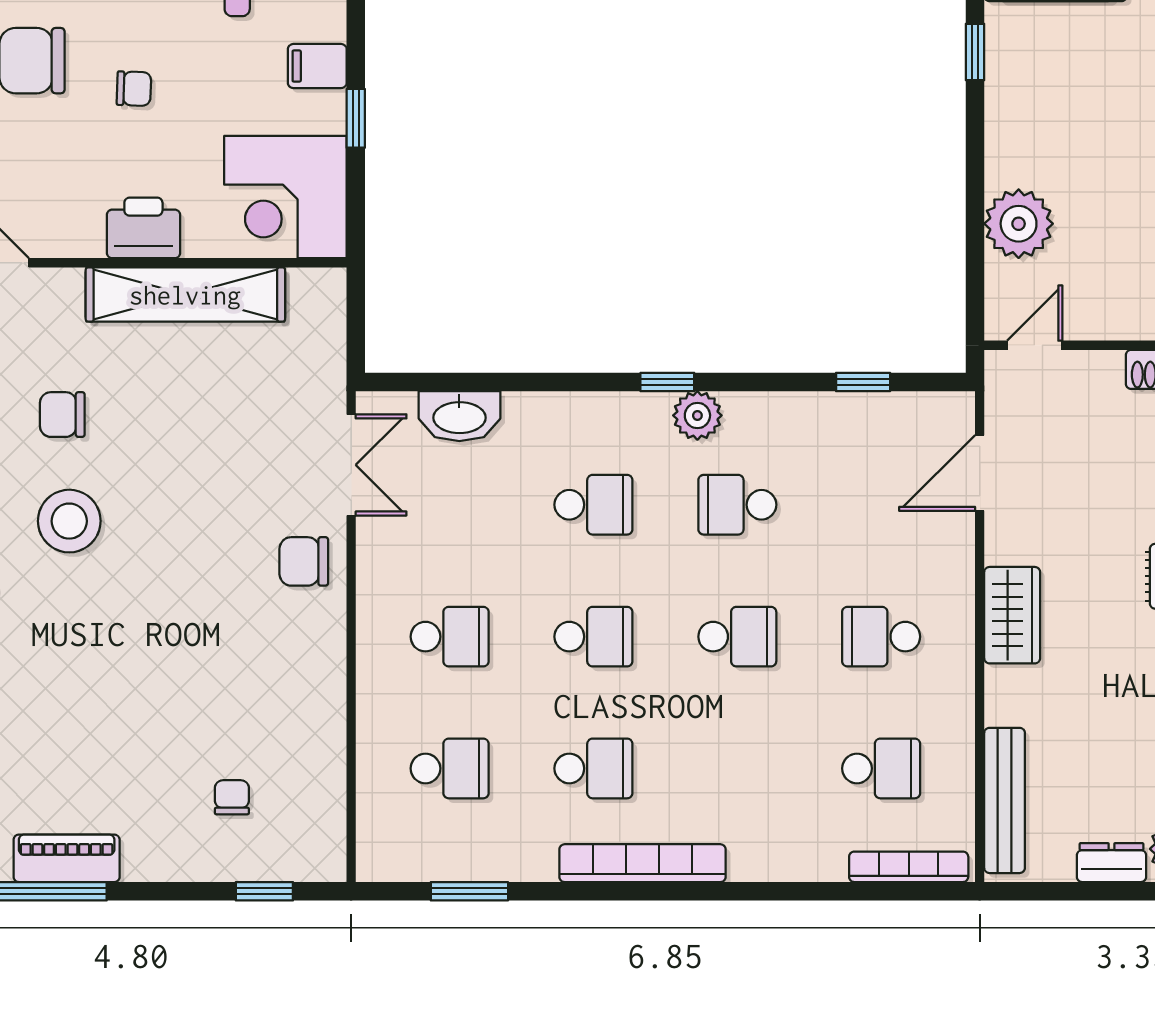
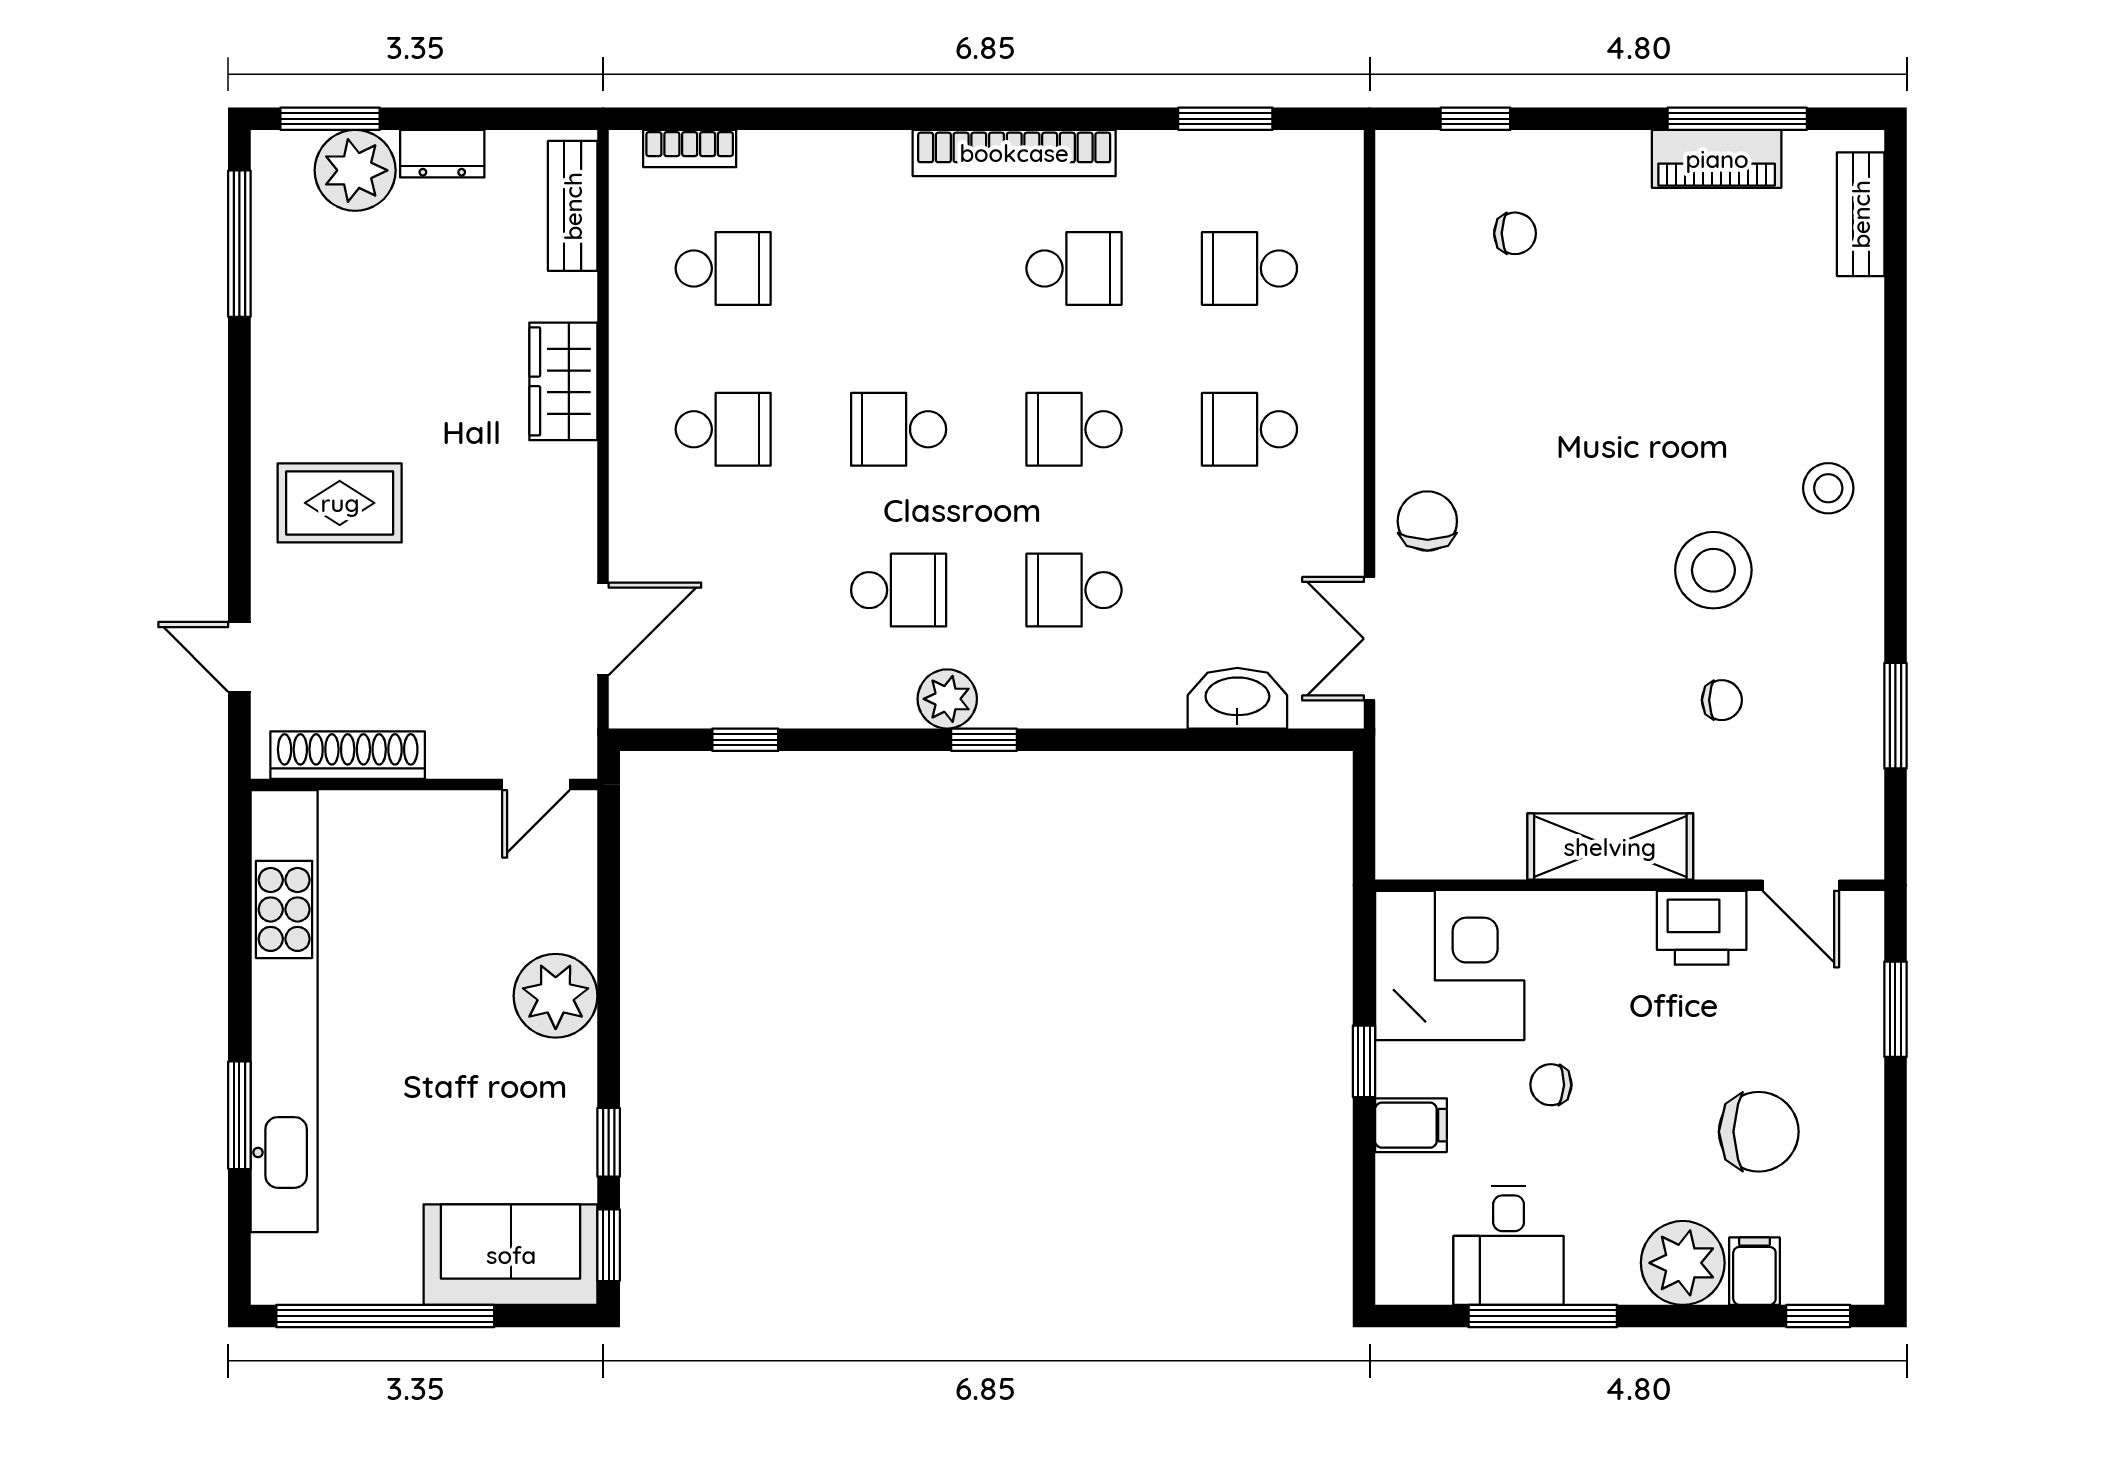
chair: (134, 89) -> (1551, 1085), moved
plant: (1019, 224) -> (556, 996), moved
printer: (143, 228) -> (1702, 928), moved
shelving: (185, 295) -> (1610, 847), width x0.68
chair: (62, 415) -> (1722, 700), width x0.73, depth x0.73
chair: (304, 561) -> (1427, 521), turned -90
wardrobe: (1012, 615) -> (563, 381), moved
school desk: (593, 768) -> (1074, 268), turned 180
school desk: (881, 768) -> (723, 268), turned 180
chair: (232, 797) -> (1515, 233), turned -90
bench: (1005, 800) -> (573, 206), width x0.73
bookcase: (909, 867) -> (690, 149), width x0.64

